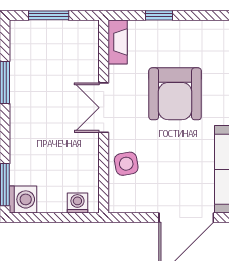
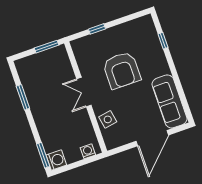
window: (49, 15) -> (47, 47), moved
fireplace: (118, 42) -> (79, 52), removed

